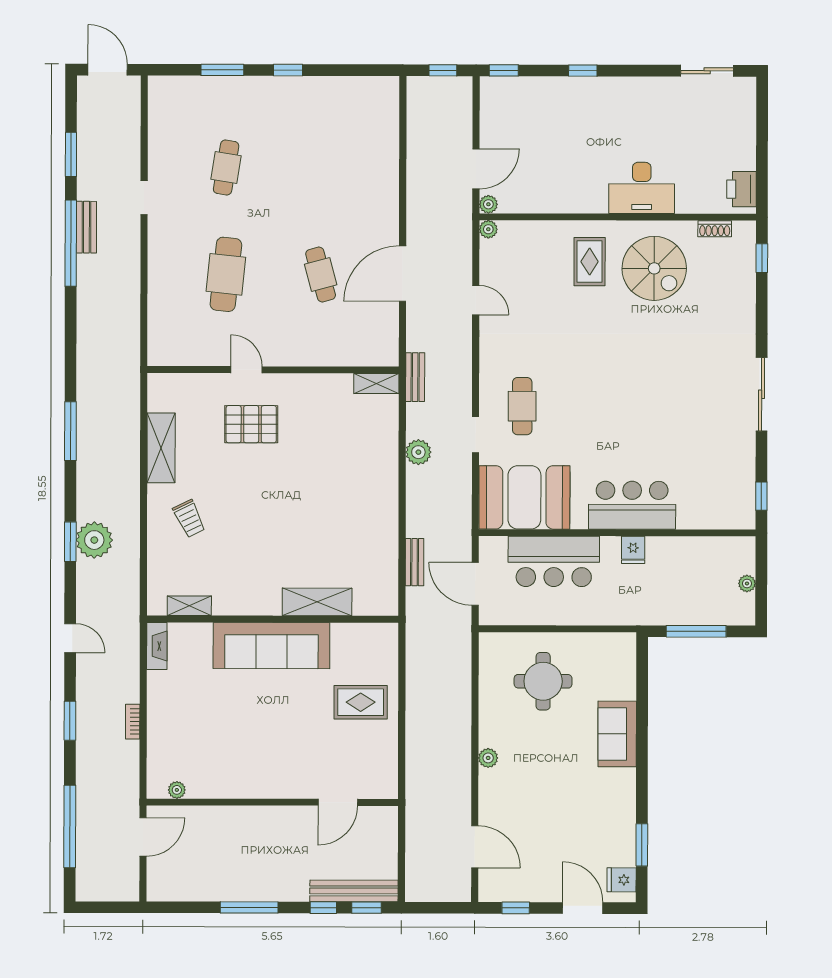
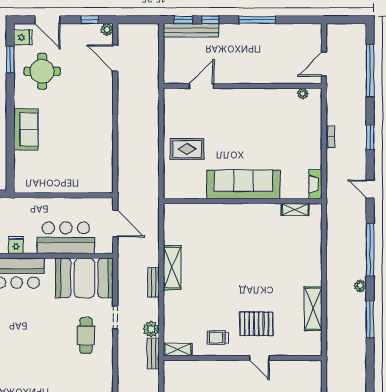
plant: (418, 452) -> (151, 329), moved
trolley: (189, 518) -> (218, 338), moved, turned -64
plant: (94, 540) -> (360, 286), moved, width x0.53, depth x0.53
window: (70, 542) -> (370, 250), width x2.11
bench: (415, 562) -> (153, 282), moved
shelving: (317, 602) -> (172, 268), moved, turned 90
round table: (543, 681) -> (42, 71), moved
plant: (488, 758) -> (107, 30), moved

